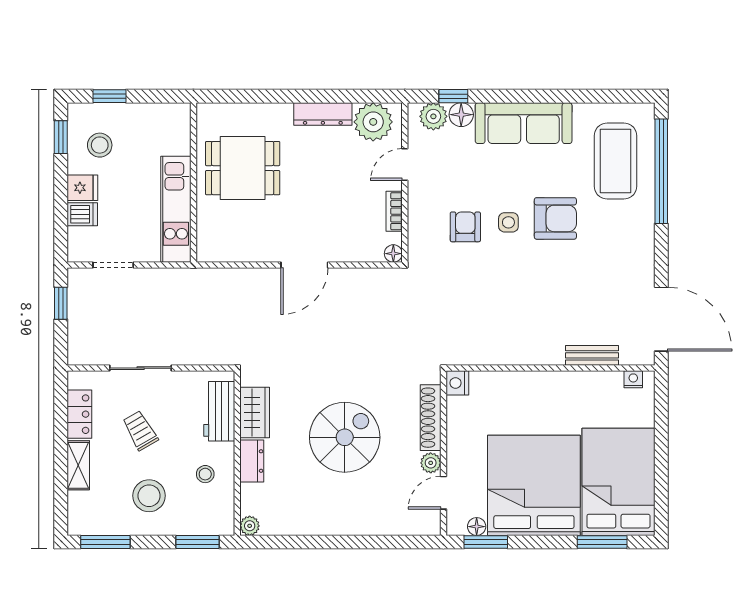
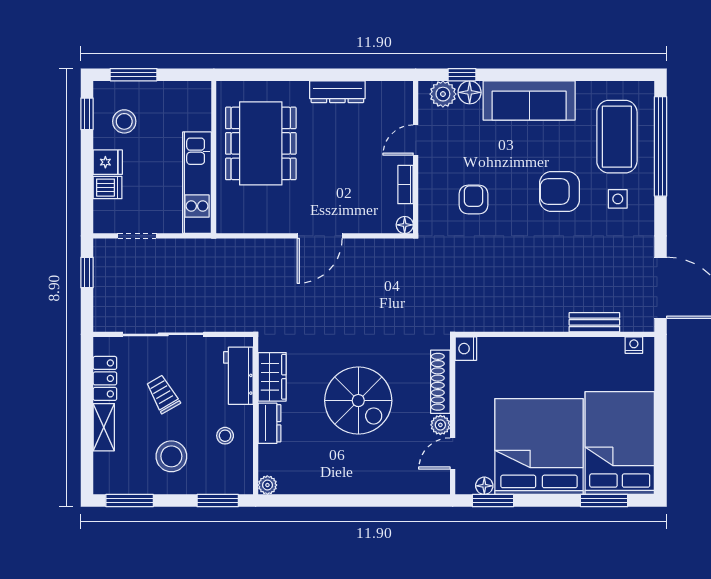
window: (109, 96) -> (134, 75), width x1.50
plant: (373, 122) -> (385, 99), removed
dining table: (243, 168) -> (261, 143), width x1.38
armchair: (555, 218) -> (559, 191), turned 180
side table: (508, 222) -> (618, 199), moved
sliding door: (141, 368) -> (163, 334), width x1.37
spiral stairs: (345, 437) -> (358, 401), turned 90

